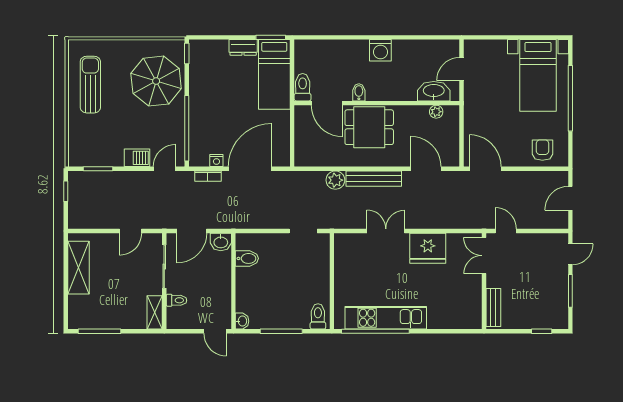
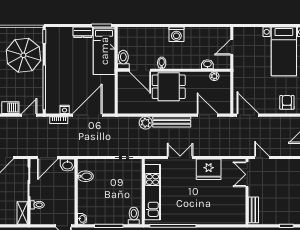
washbasin: (434, 91) -> (207, 64), width x0.52, depth x0.69
kitchen unit: (386, 318) -> (153, 192), moved, turned 90

